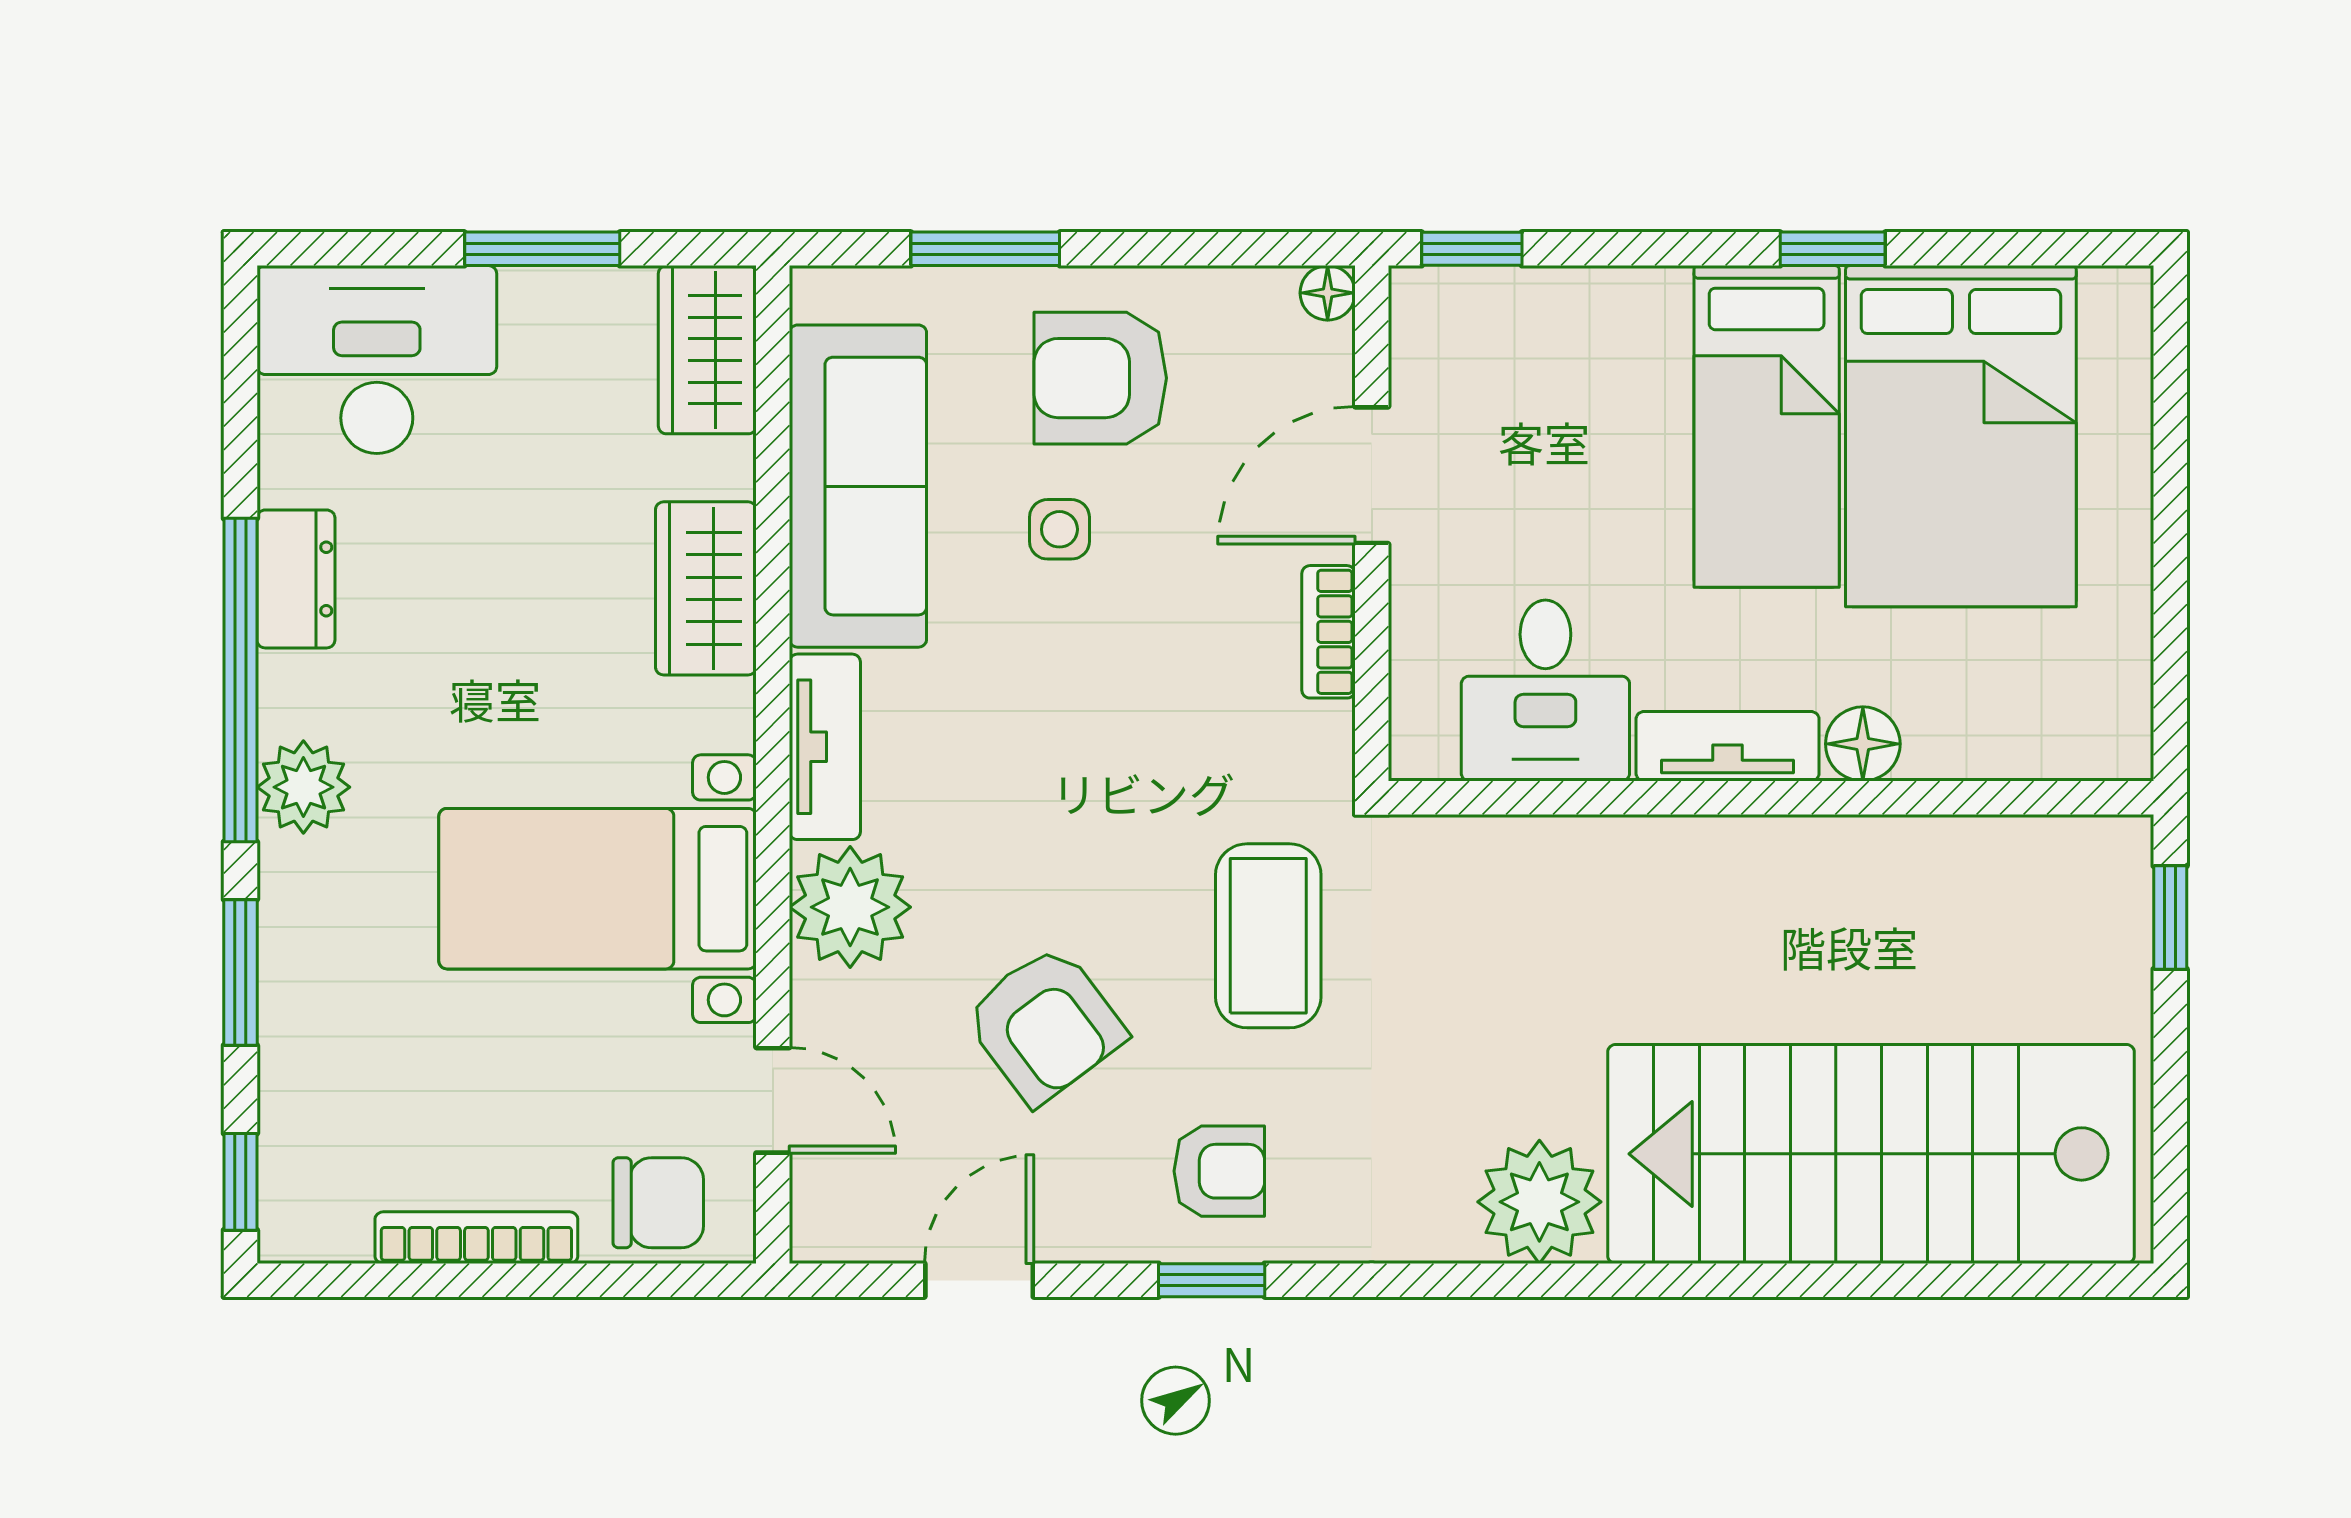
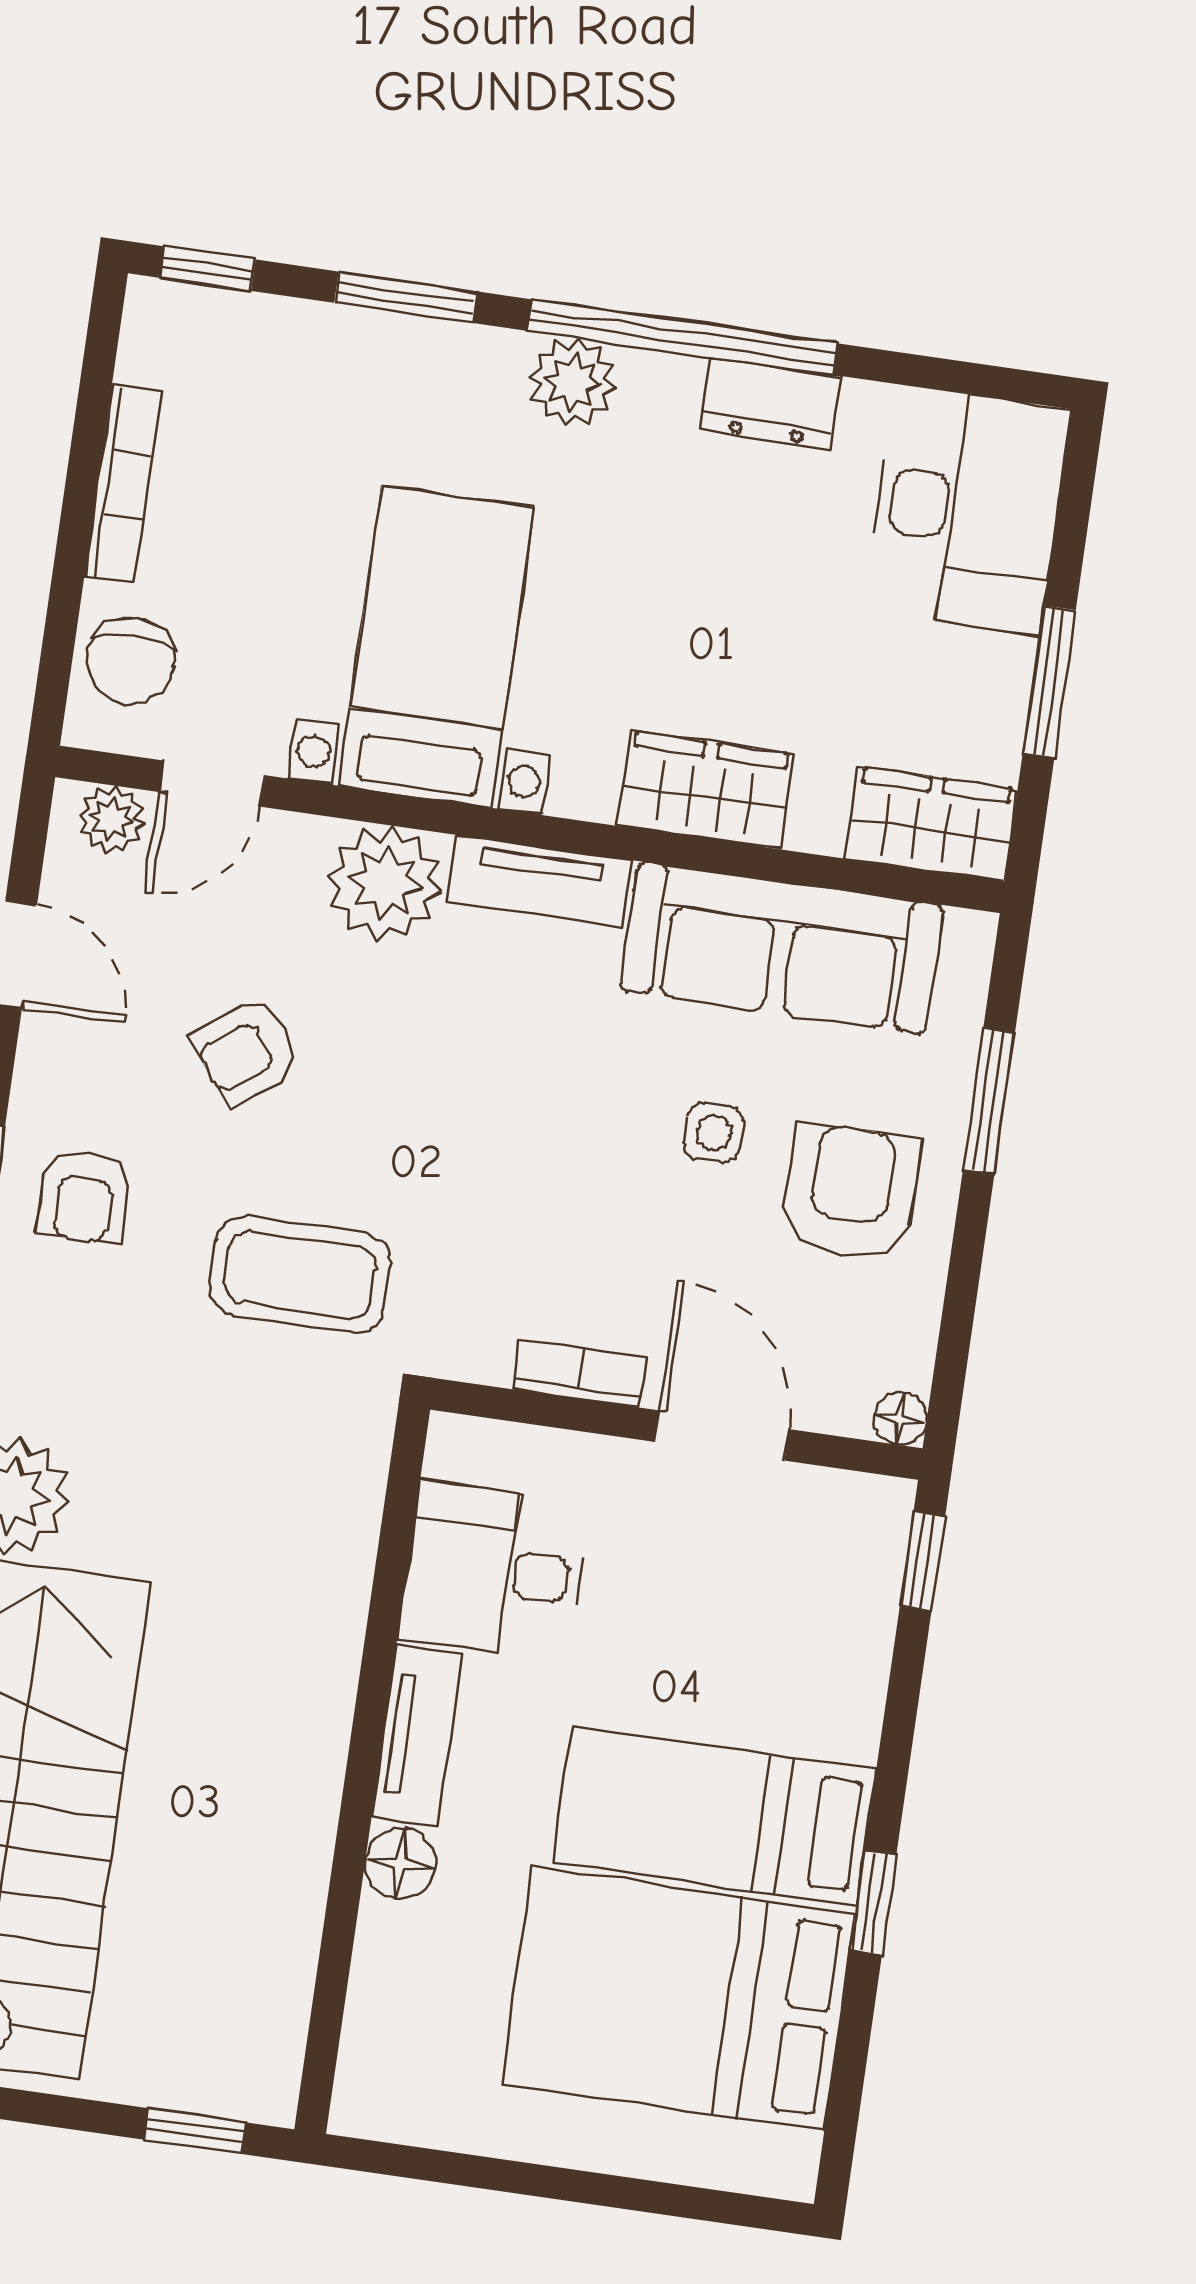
armchair: (1045, 1025) -> (247, 1051), width x0.72, depth x0.72
plant: (825, 1199) -> (111, 819), added

